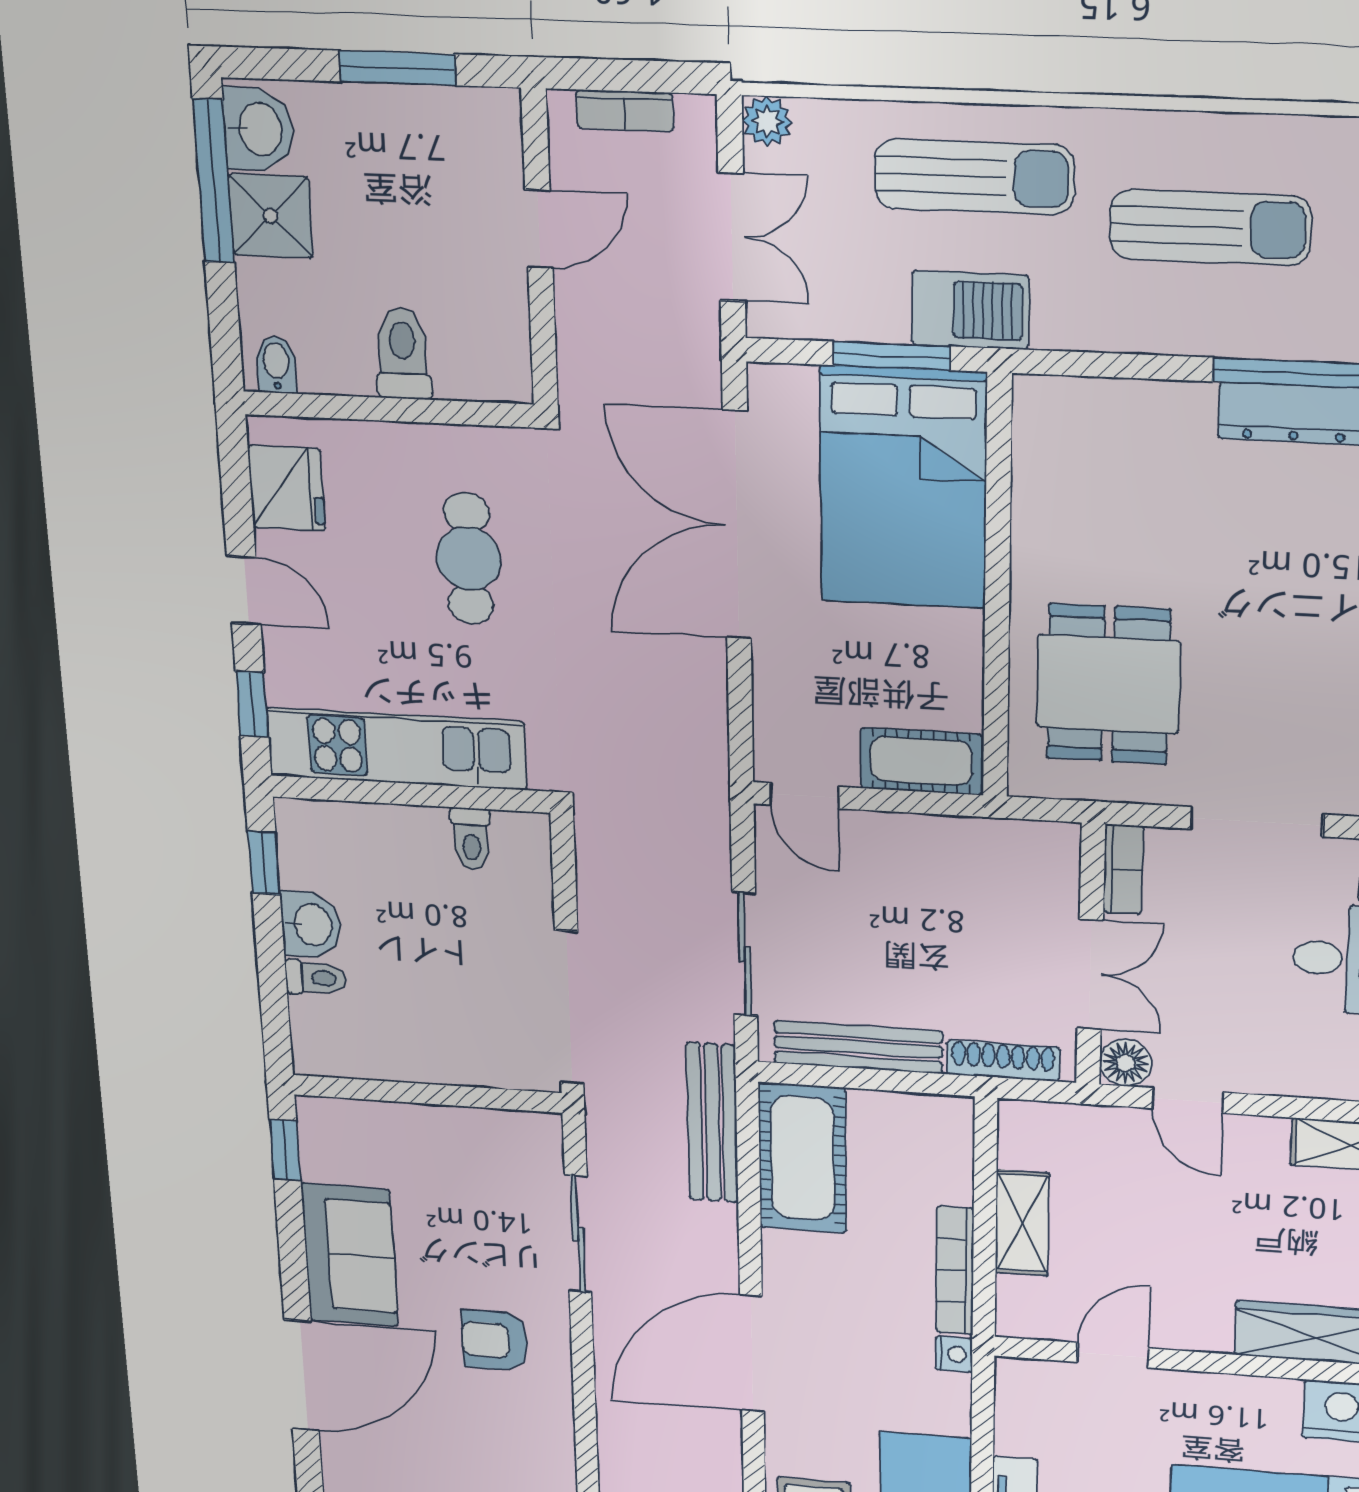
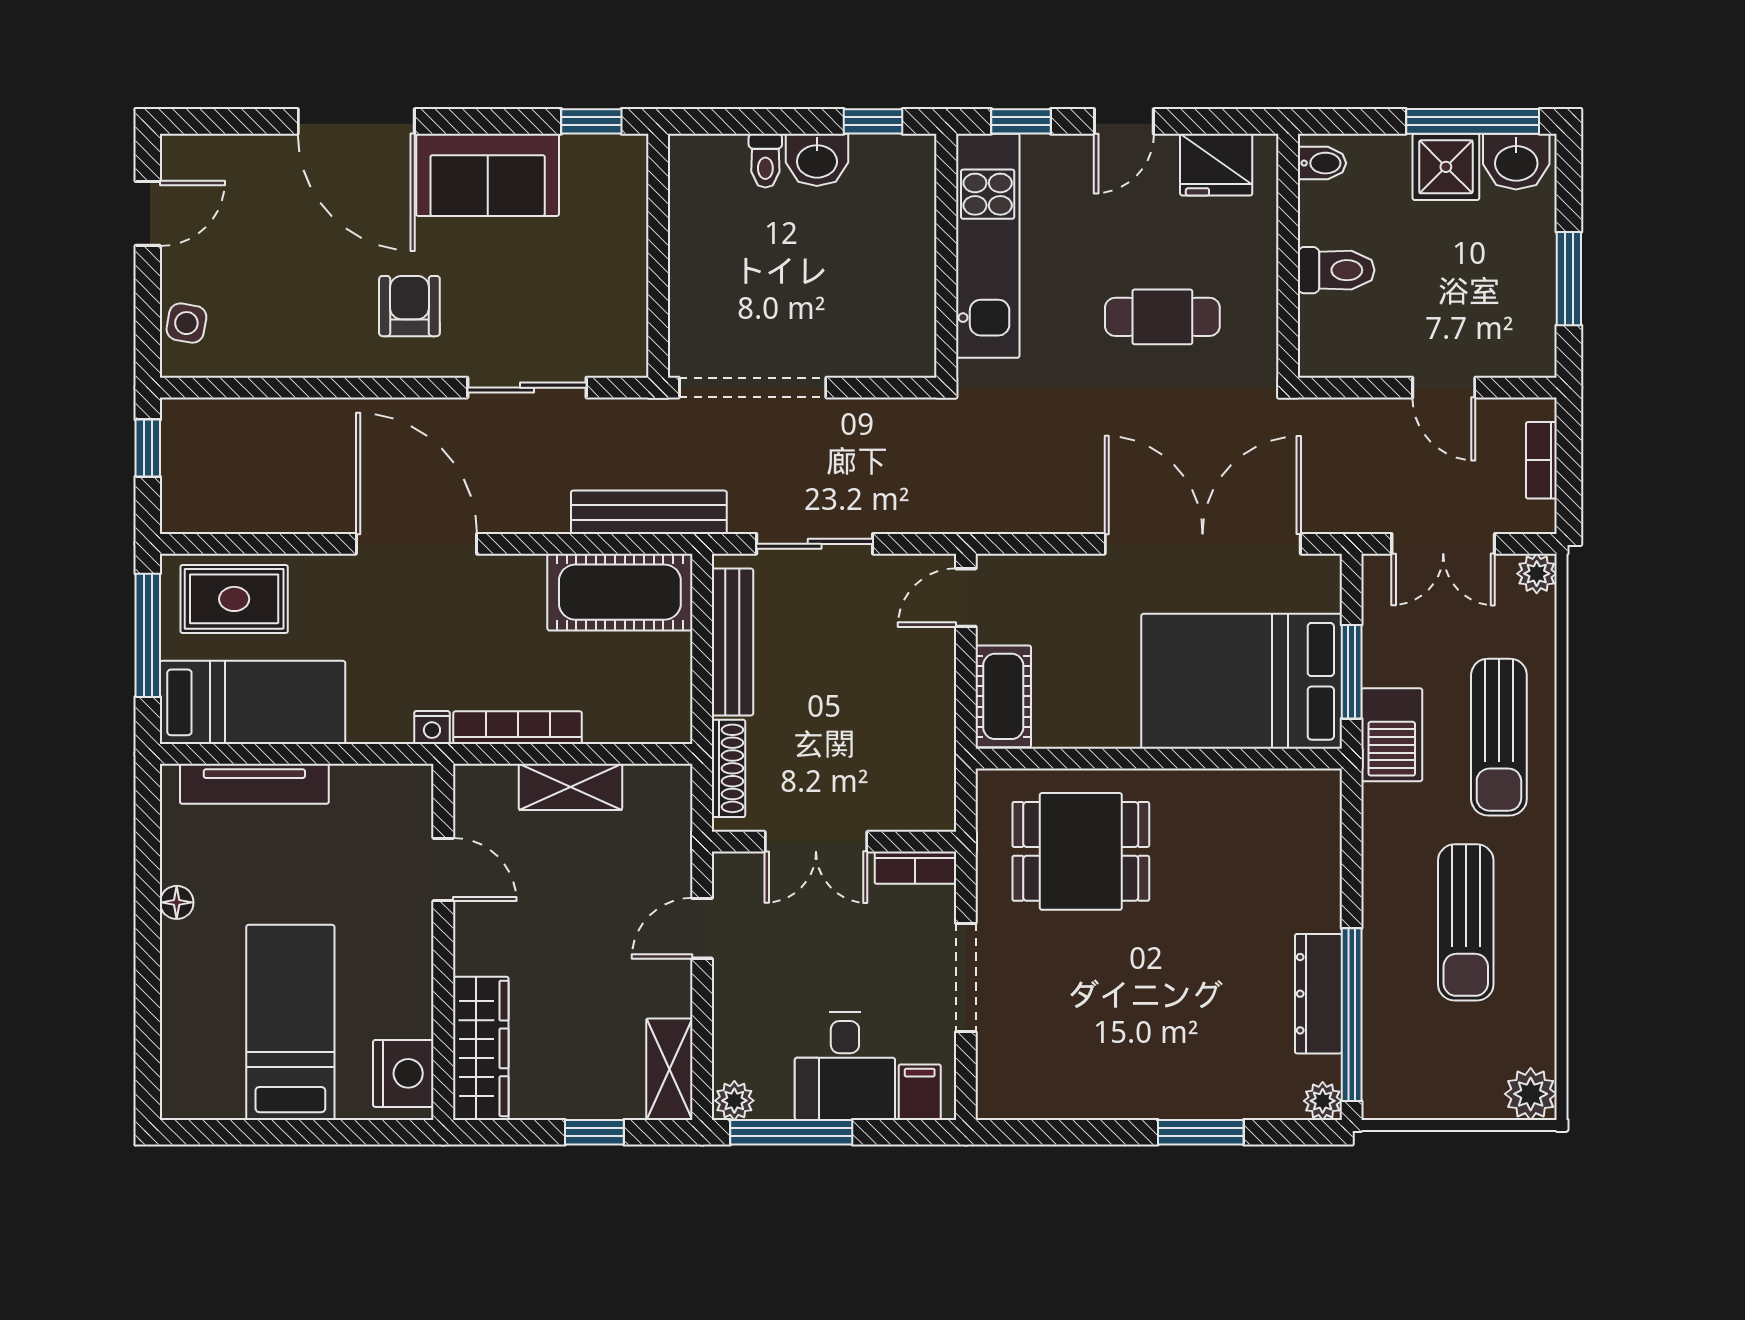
toilet: (471, 838) -> (908, 307), removed
floor lamp: (1126, 1063) -> (734, 874), removed

